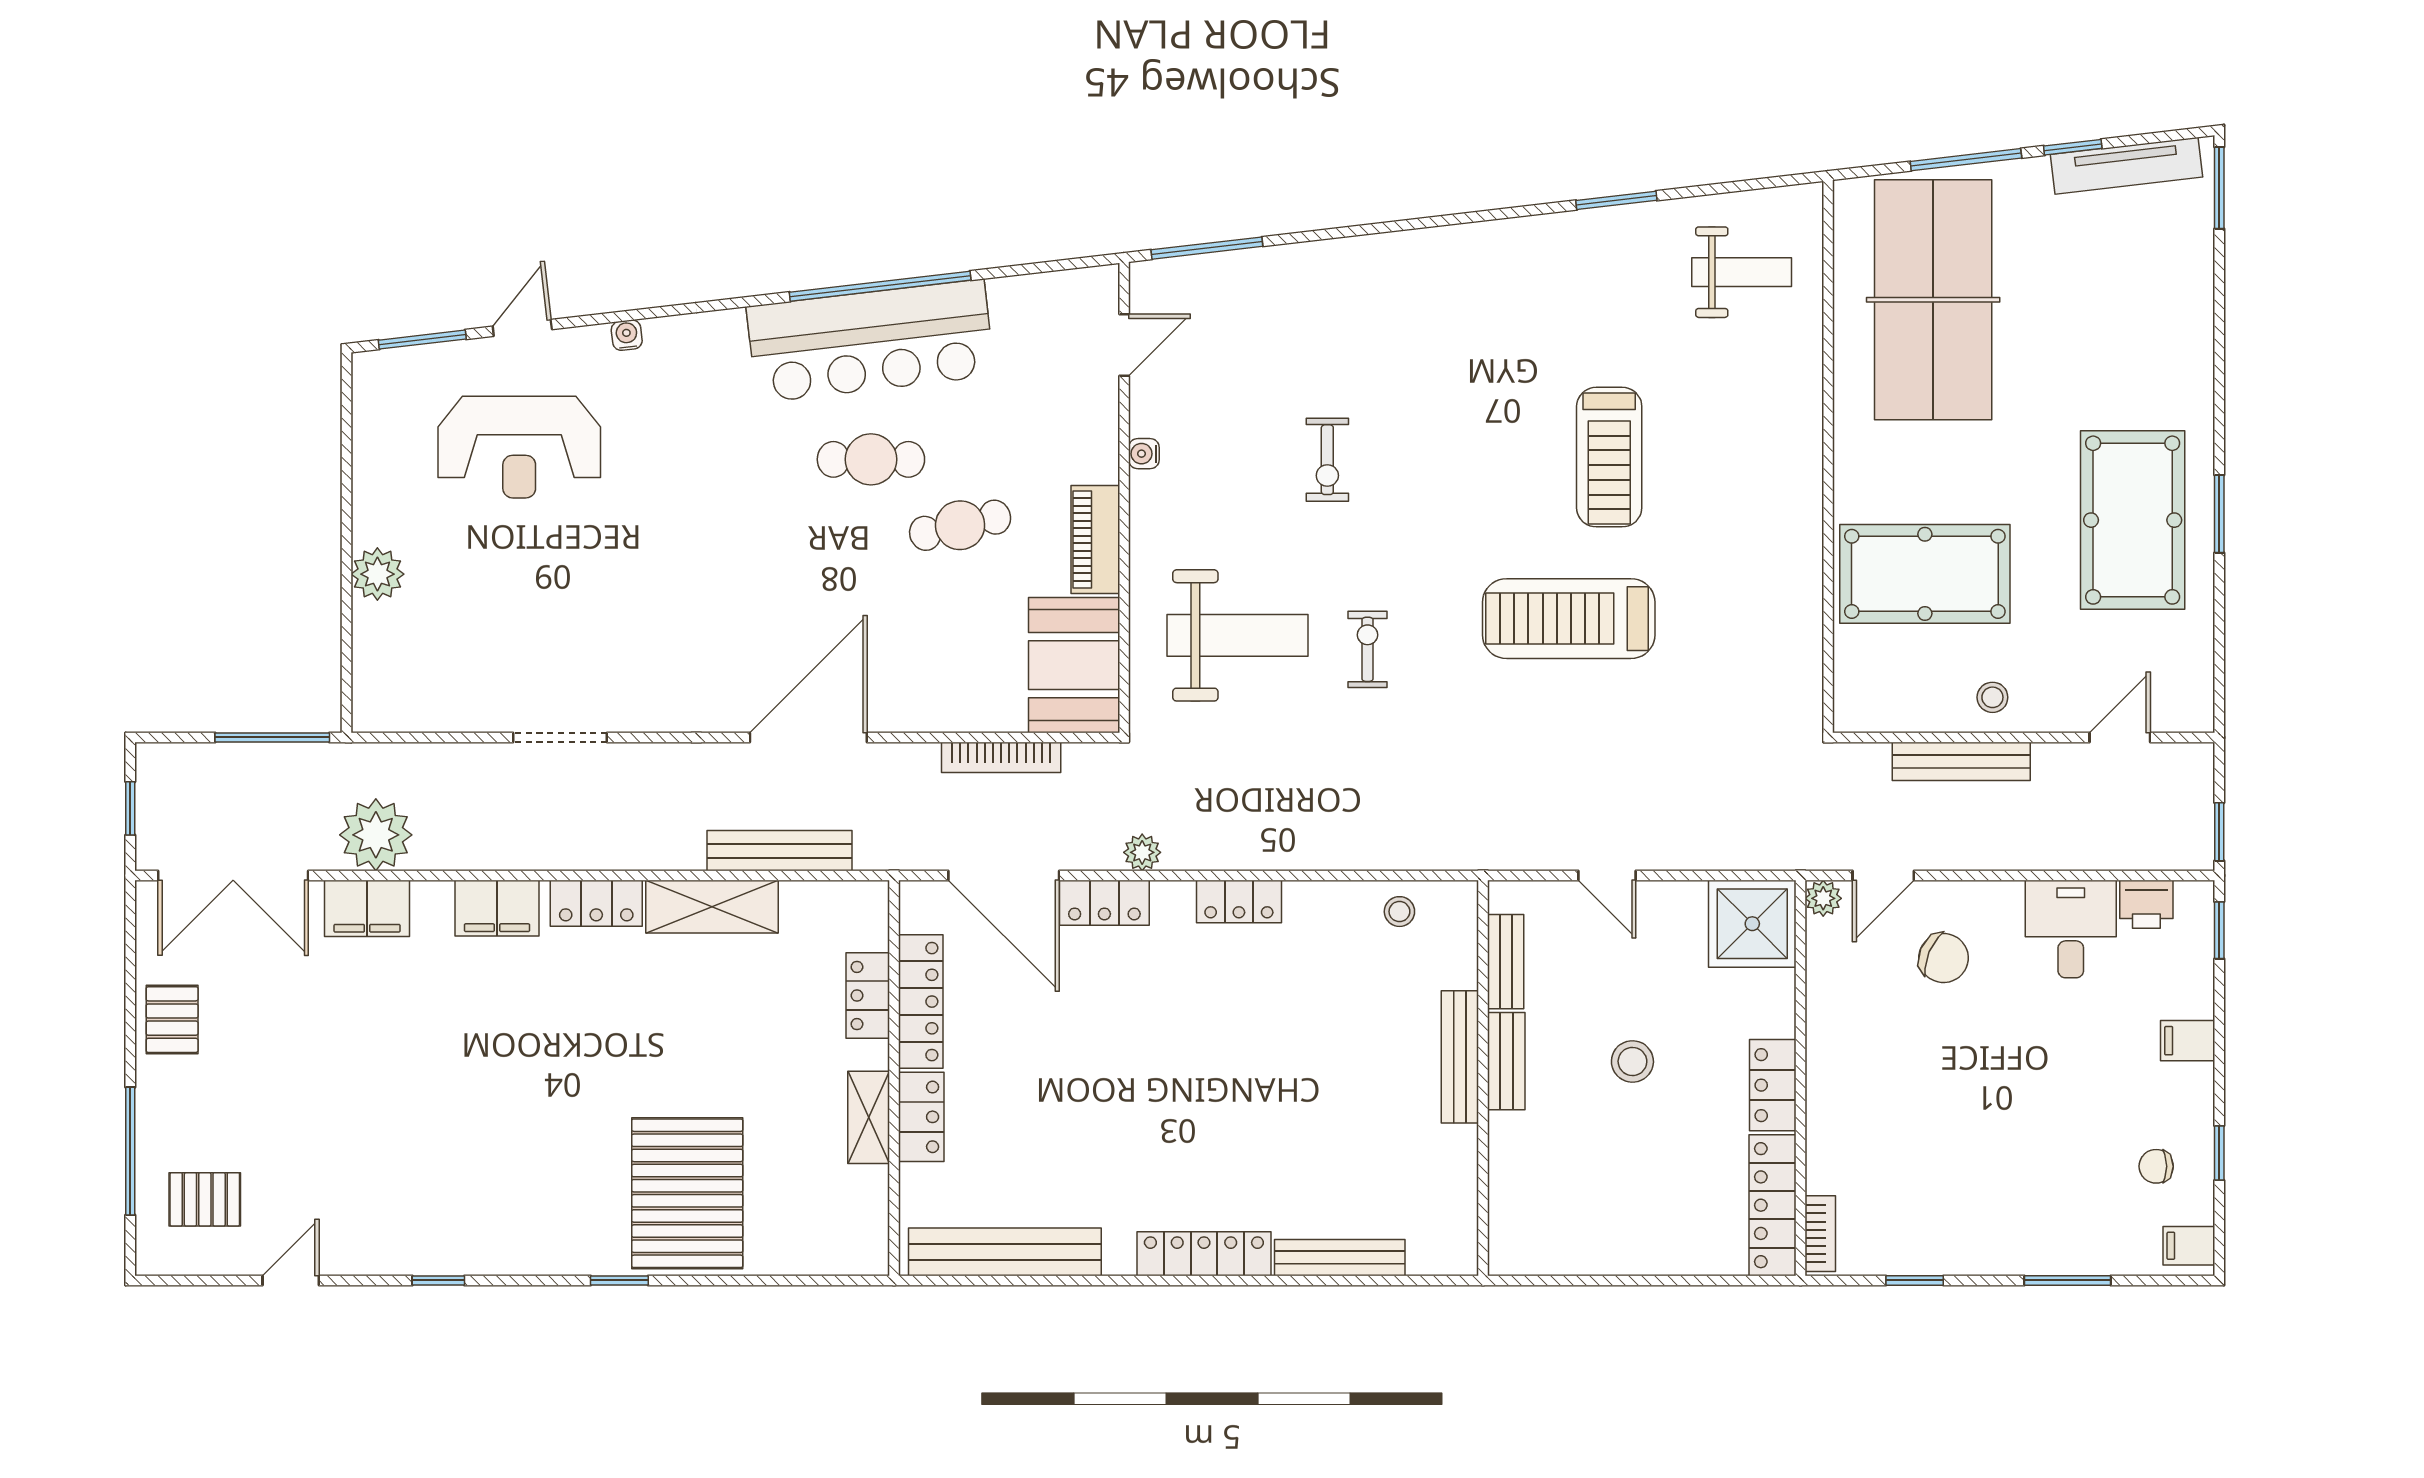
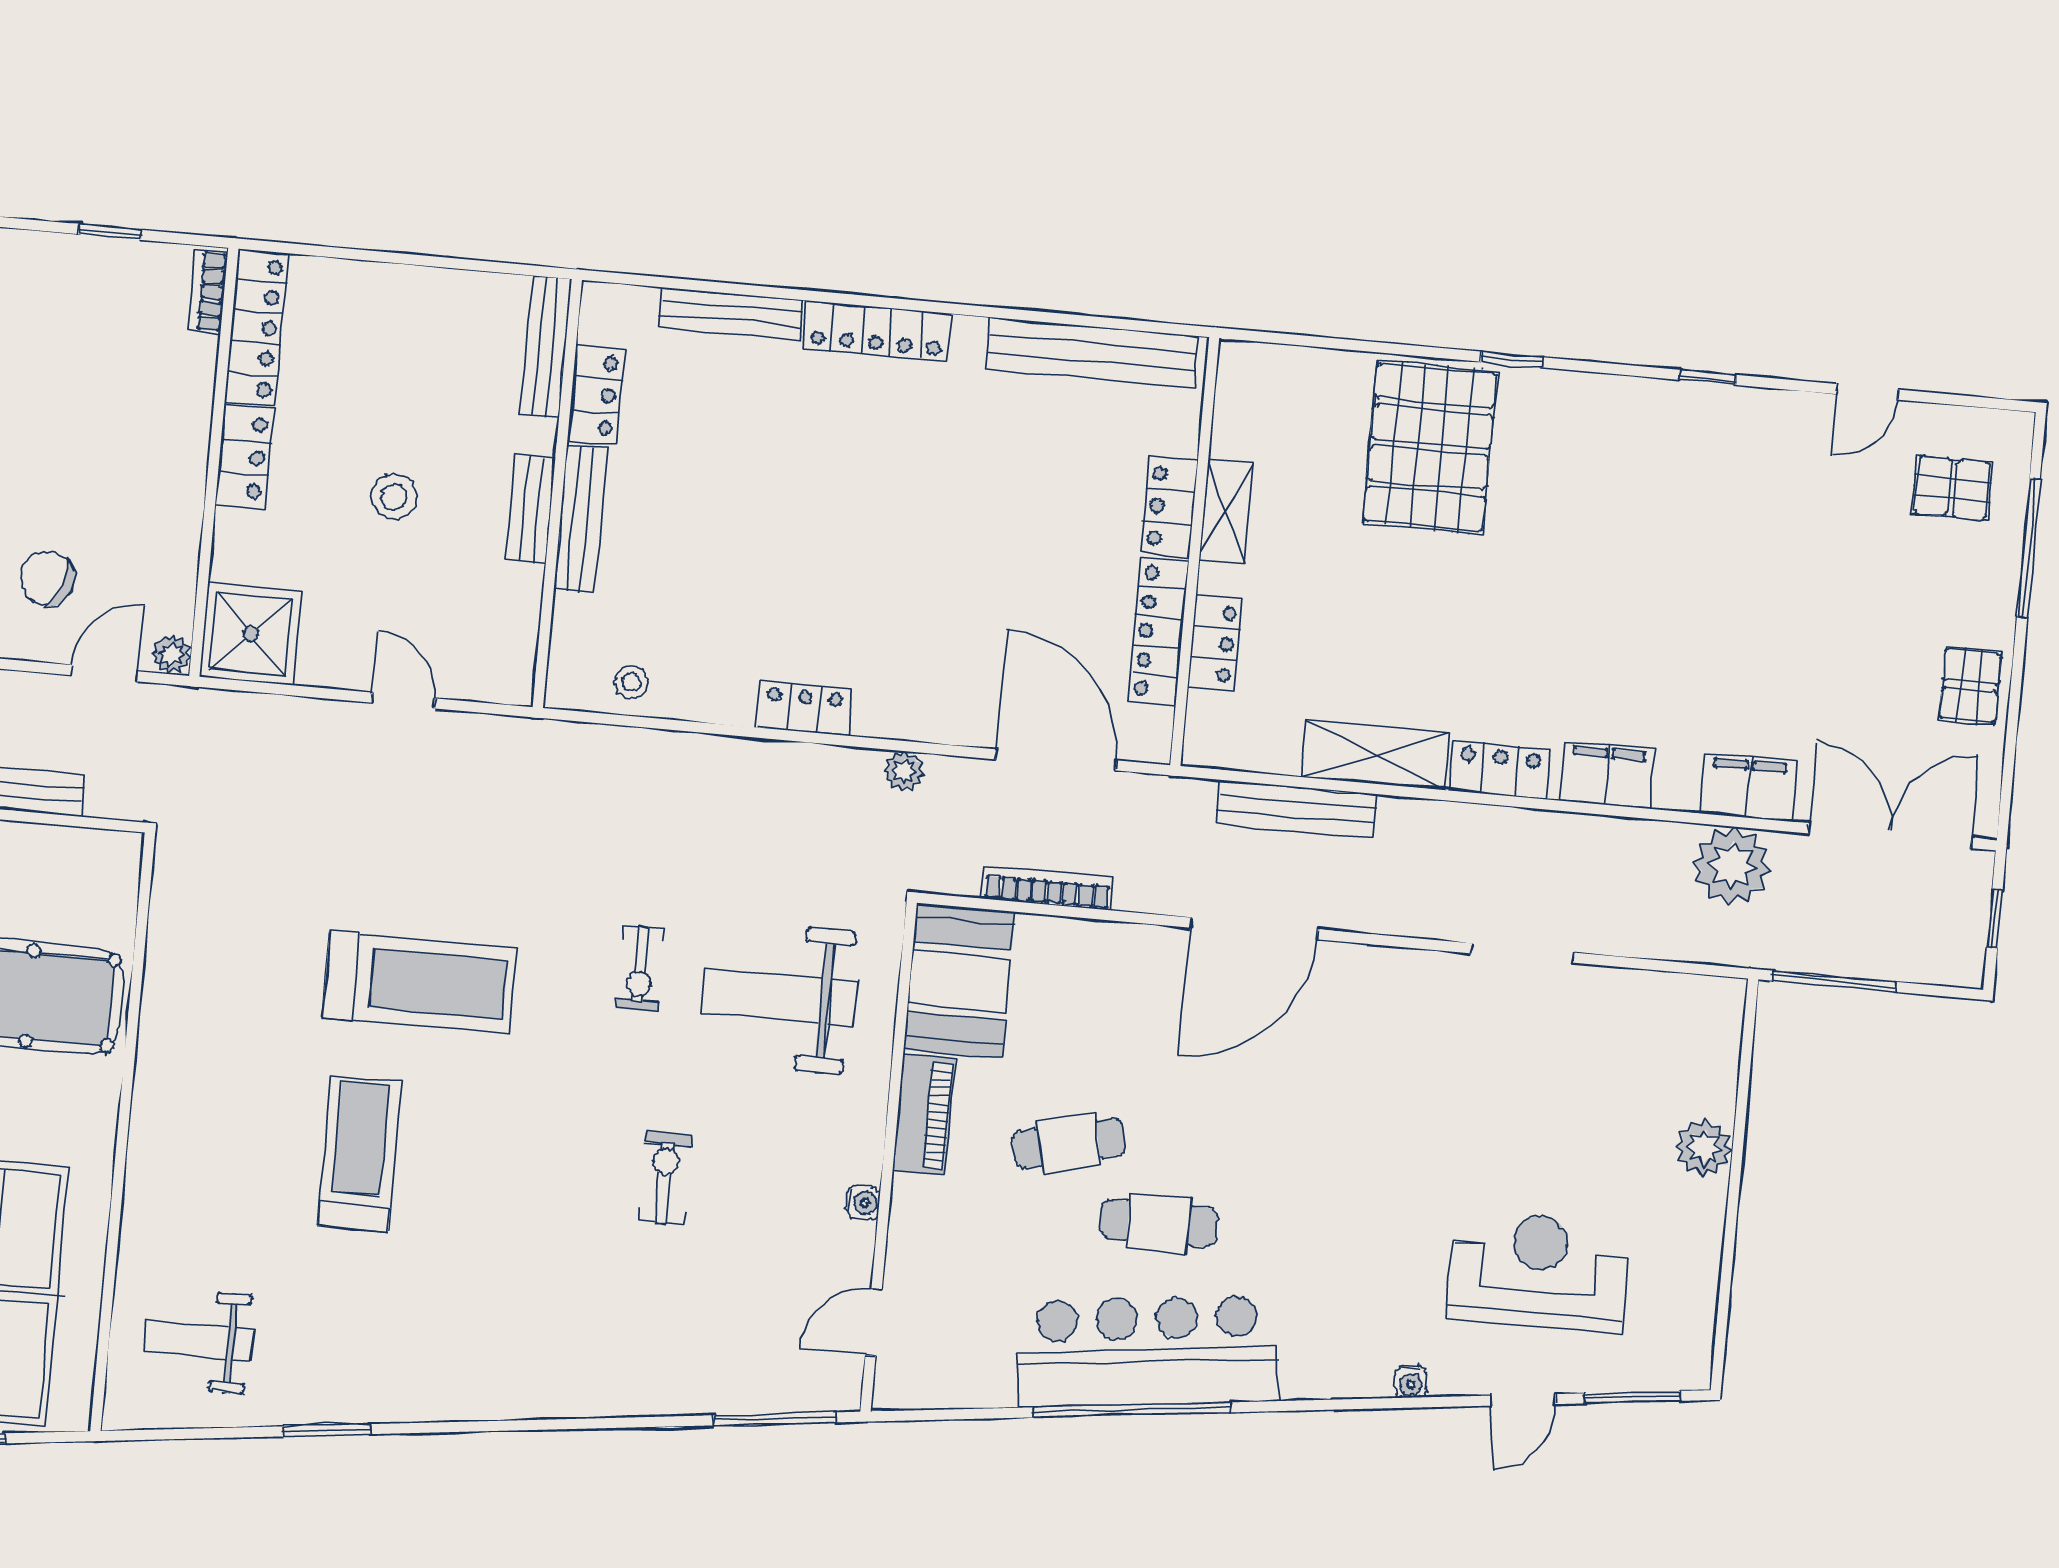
locker: (1104, 903) -> (596, 395), moved, turned 90
bench: (1506, 962) -> (546, 347), moved, width x1.36

